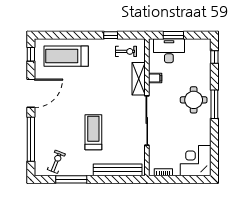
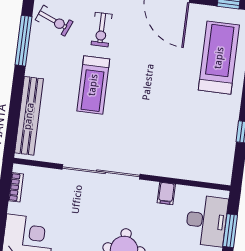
exercise bike: (126, 51) -> (102, 30), moved
shelving: (139, 79) -> (168, 167), removed
treadmill: (93, 132) -> (93, 85), turned 90

